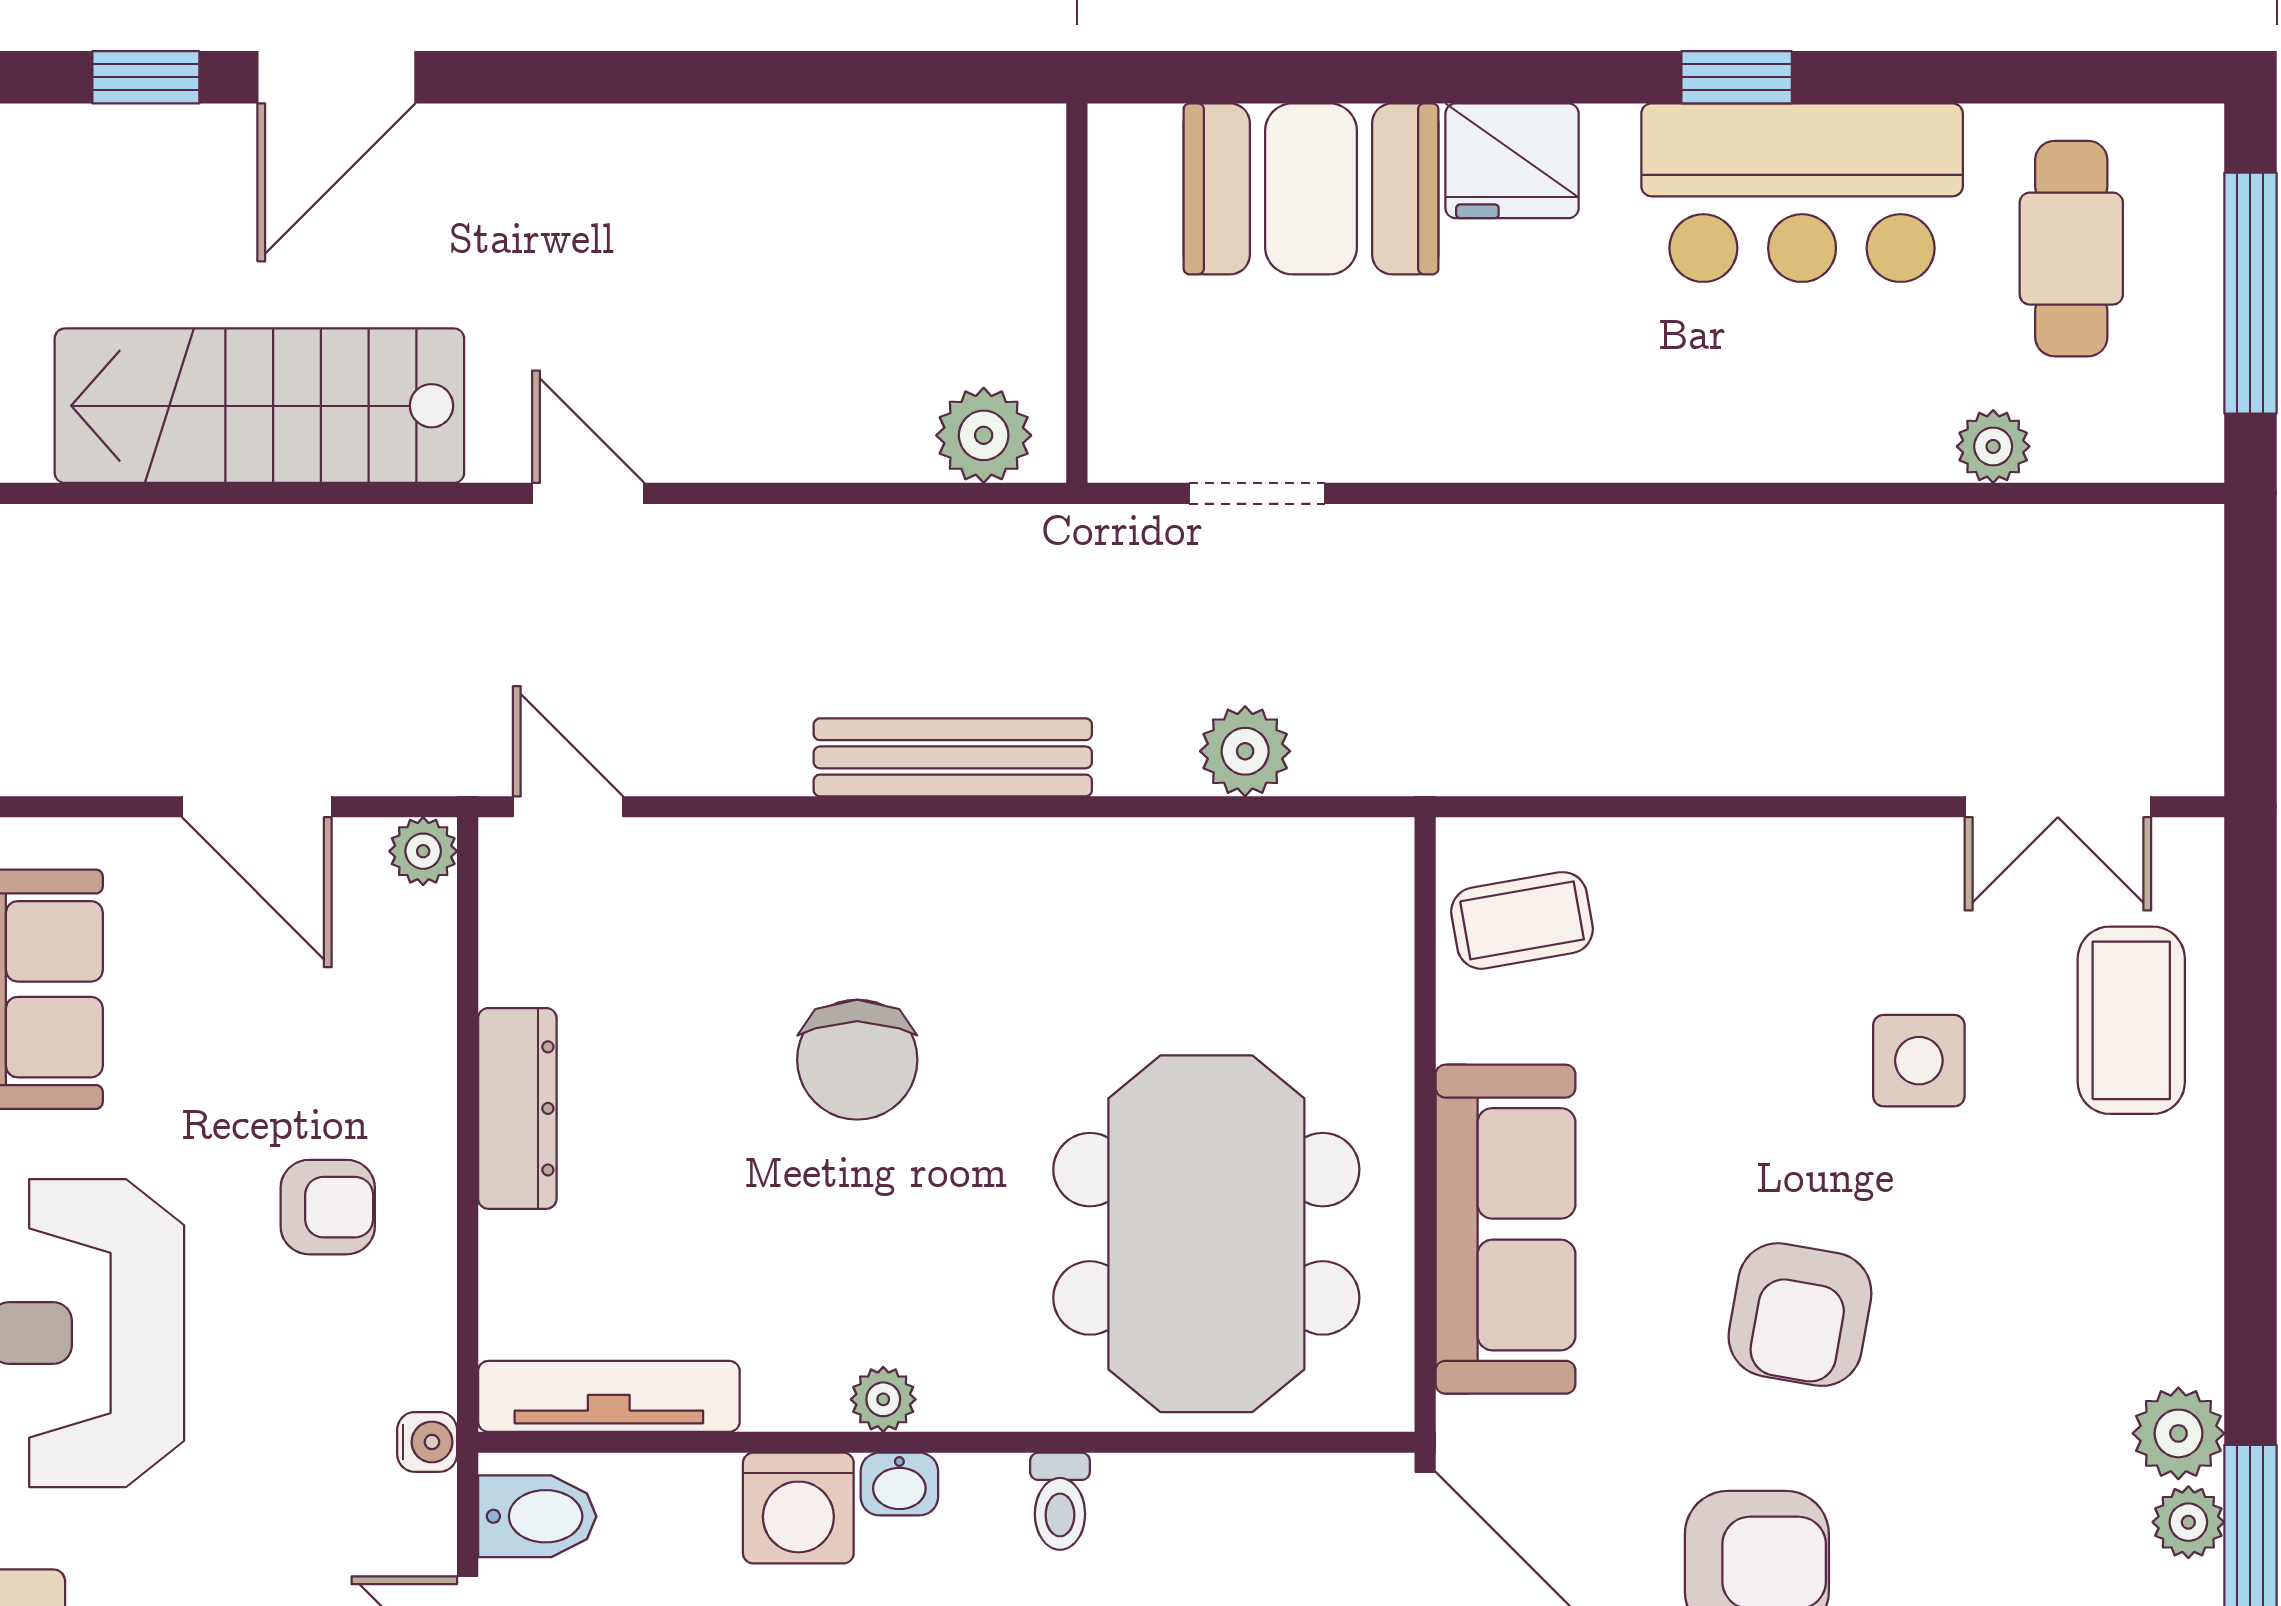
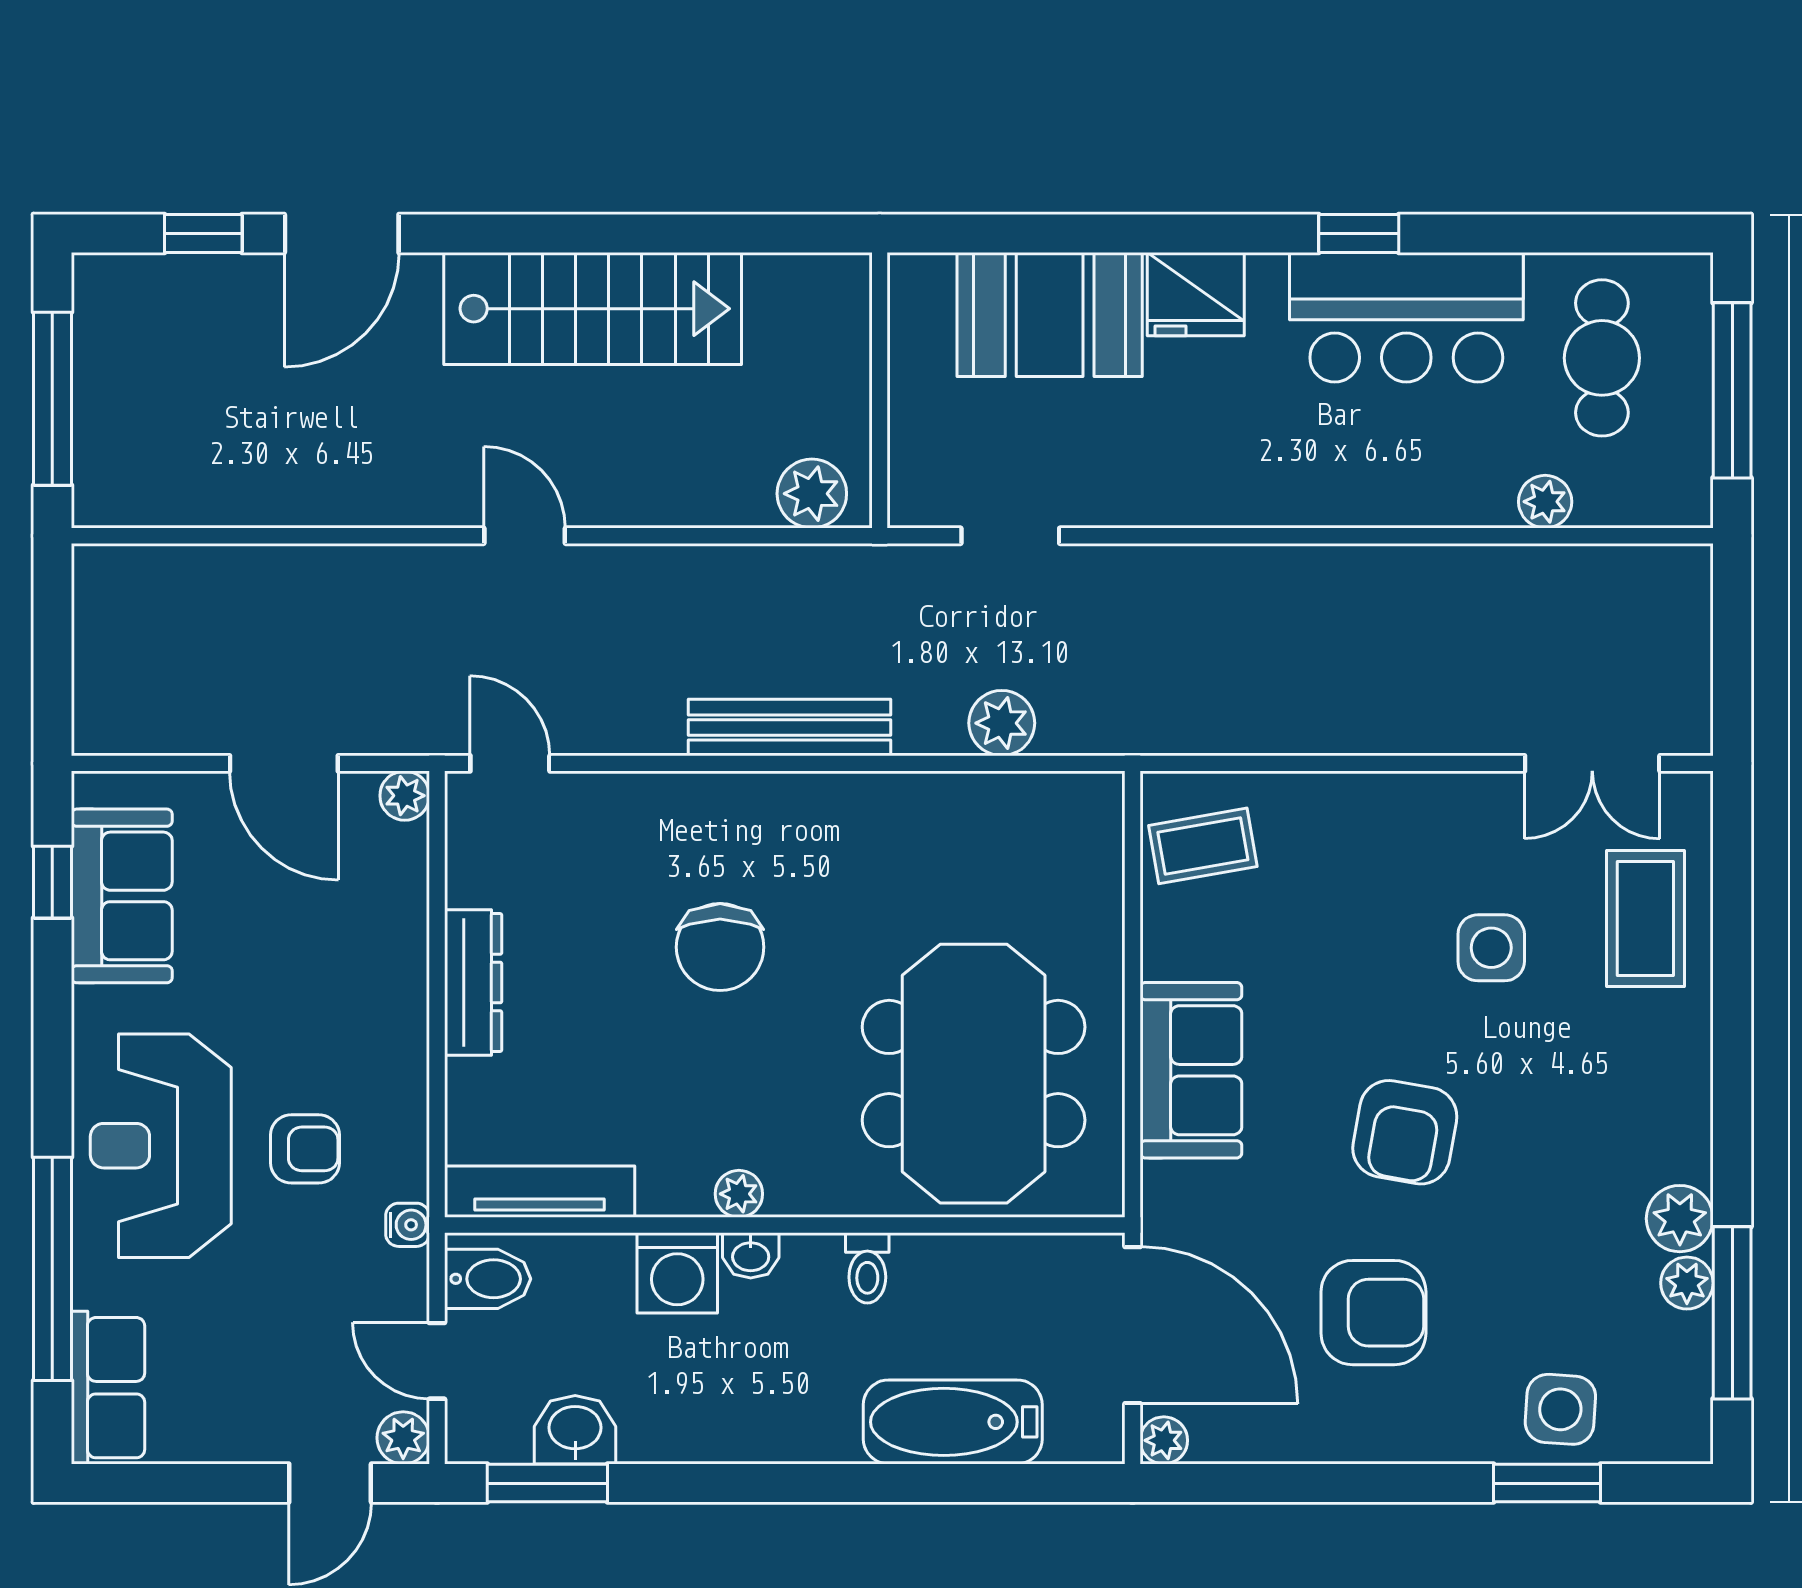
stairs: (259, 406) -> (593, 309), moved, turned 180
armchair: (328, 1207) -> (305, 1149), moved
sofa: (1506, 1229) -> (1191, 1070), width x0.73

